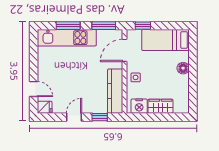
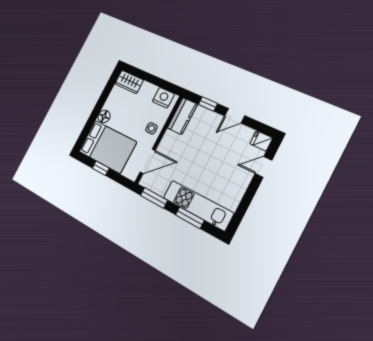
window: (143, 26) -> (101, 168), moved
bed: (165, 40) -> (108, 147), width x1.50
door: (34, 89) -> (263, 167), hinge flipped
kitchen counter: (115, 91) -> (182, 116), width x0.67
wardrobe: (160, 106) -> (129, 82), moved

